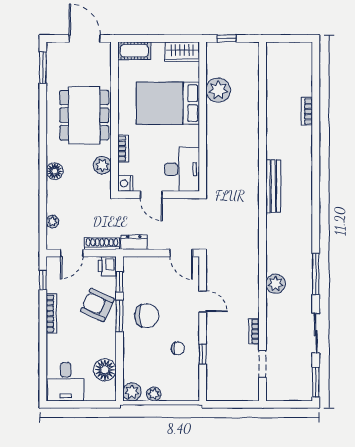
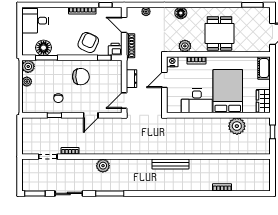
dining table: (84, 115) -> (219, 33), width x0.73
desk: (182, 169) -> (197, 101), moved
dresser: (134, 242) -> (132, 79), moved
window: (119, 316) -> (47, 58), moved
chair: (147, 316) -> (81, 77), turned -92

